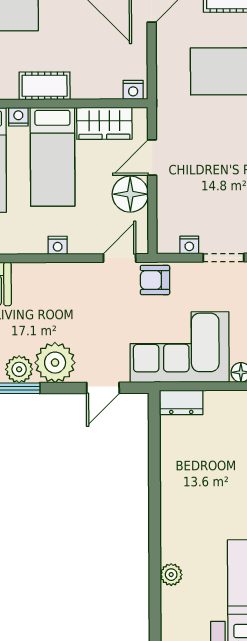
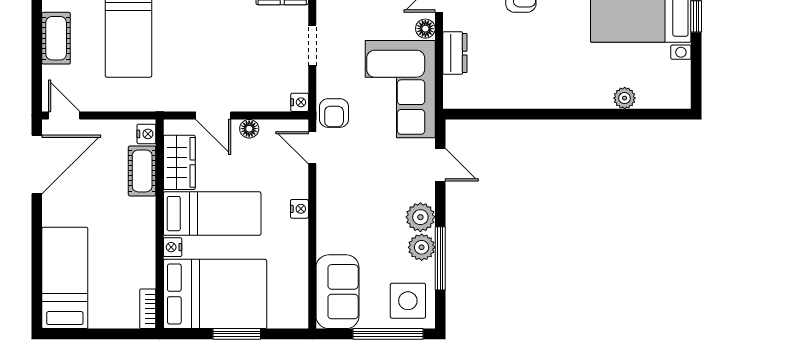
cot: (45, 86) -> (142, 171), moved
floor lamp: (130, 194) -> (249, 129), width x0.53, depth x0.53
nightstand: (189, 245) -> (300, 102), moved
plant: (55, 363) -> (420, 217), width x0.73, depth x0.73
dresser: (181, 402) -> (455, 53), moved

